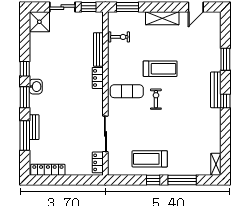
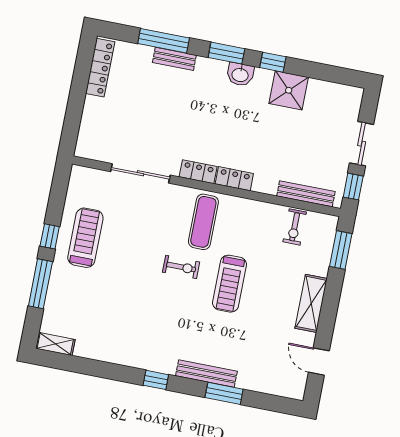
shower: (39, 22) -> (289, 90), moved
bench: (98, 49) -> (306, 194), moved
bench: (216, 90) -> (206, 374), moved
locker: (98, 162) -> (198, 172), moved

